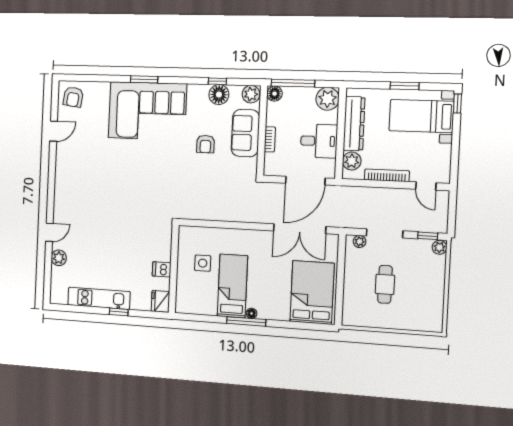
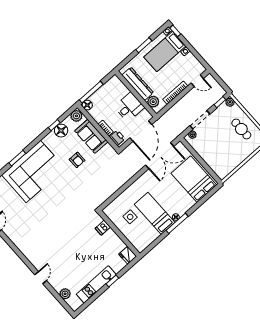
plant: (328, 99) -> (114, 84), removed
printer: (272, 163) -> (117, 138), added
plant: (59, 258) -> (65, 294), moved
dishwasher: (162, 269) -> (103, 228), moved
cafe table: (385, 284) -> (241, 129), moved

